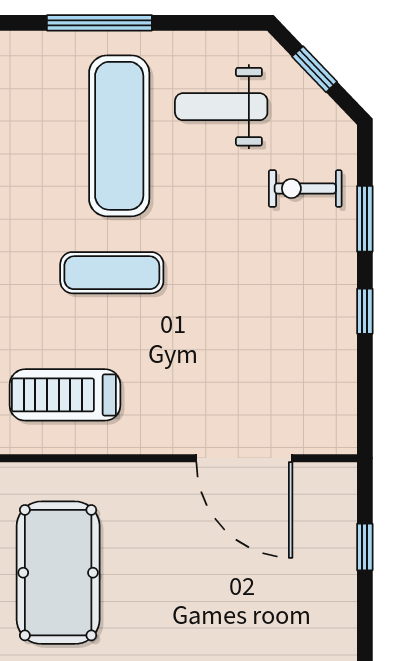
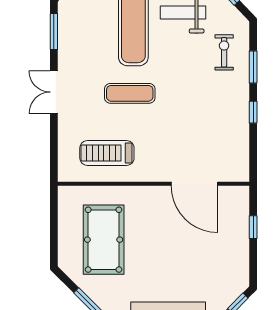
exercise bike: (305, 188) -> (224, 52), turned 90

